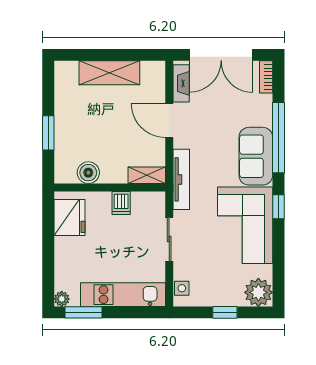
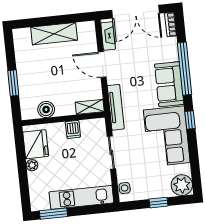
plant: (62, 299) -> (32, 165), moved

